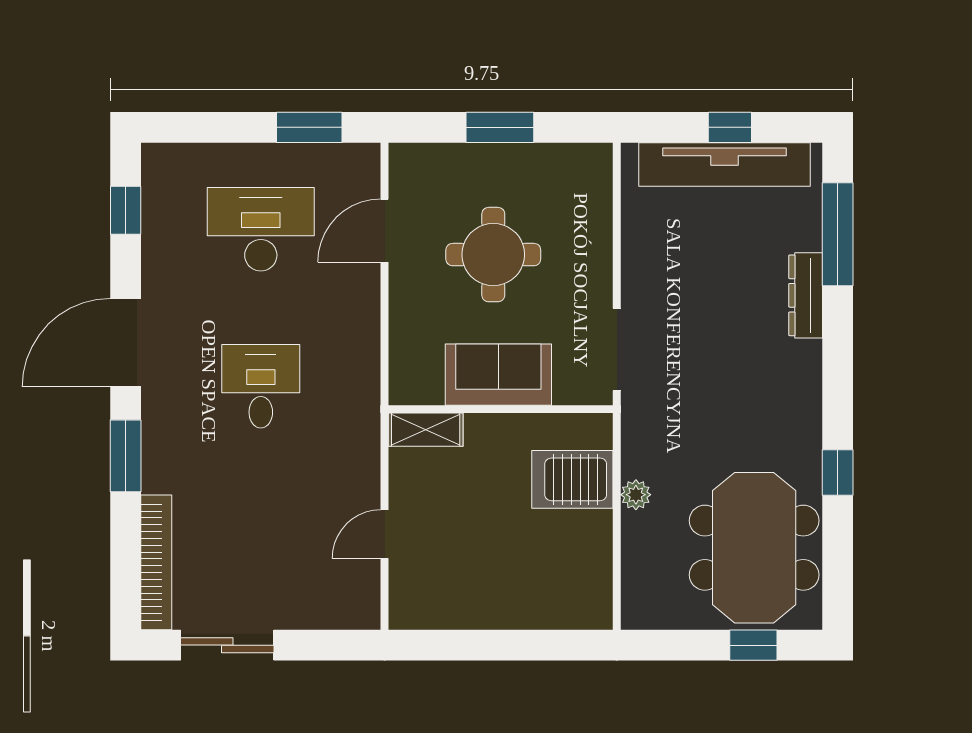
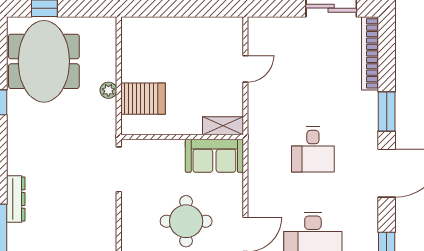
sofa: (498, 375) -> (214, 156), moved

